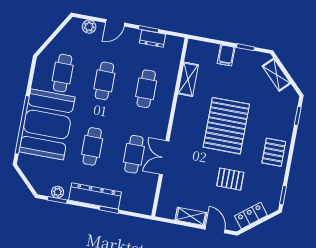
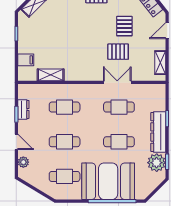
filing cabinet: (226, 55) -> (26, 60), moved
pallet: (226, 126) -> (118, 52), moved, width x0.49, depth x0.50
double door: (164, 158) -> (117, 82), swing flipped
plant: (58, 192) -> (157, 163), width x1.87, depth x1.87
shelving: (191, 216) -> (160, 63), moved

